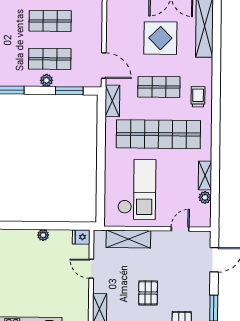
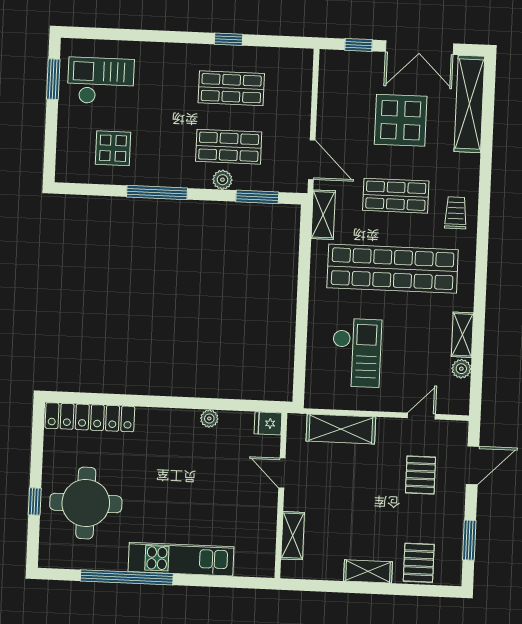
checkout: (137, 189) -> (356, 353), width x0.73, depth x0.83
pallet: (148, 293) -> (421, 475), moved

